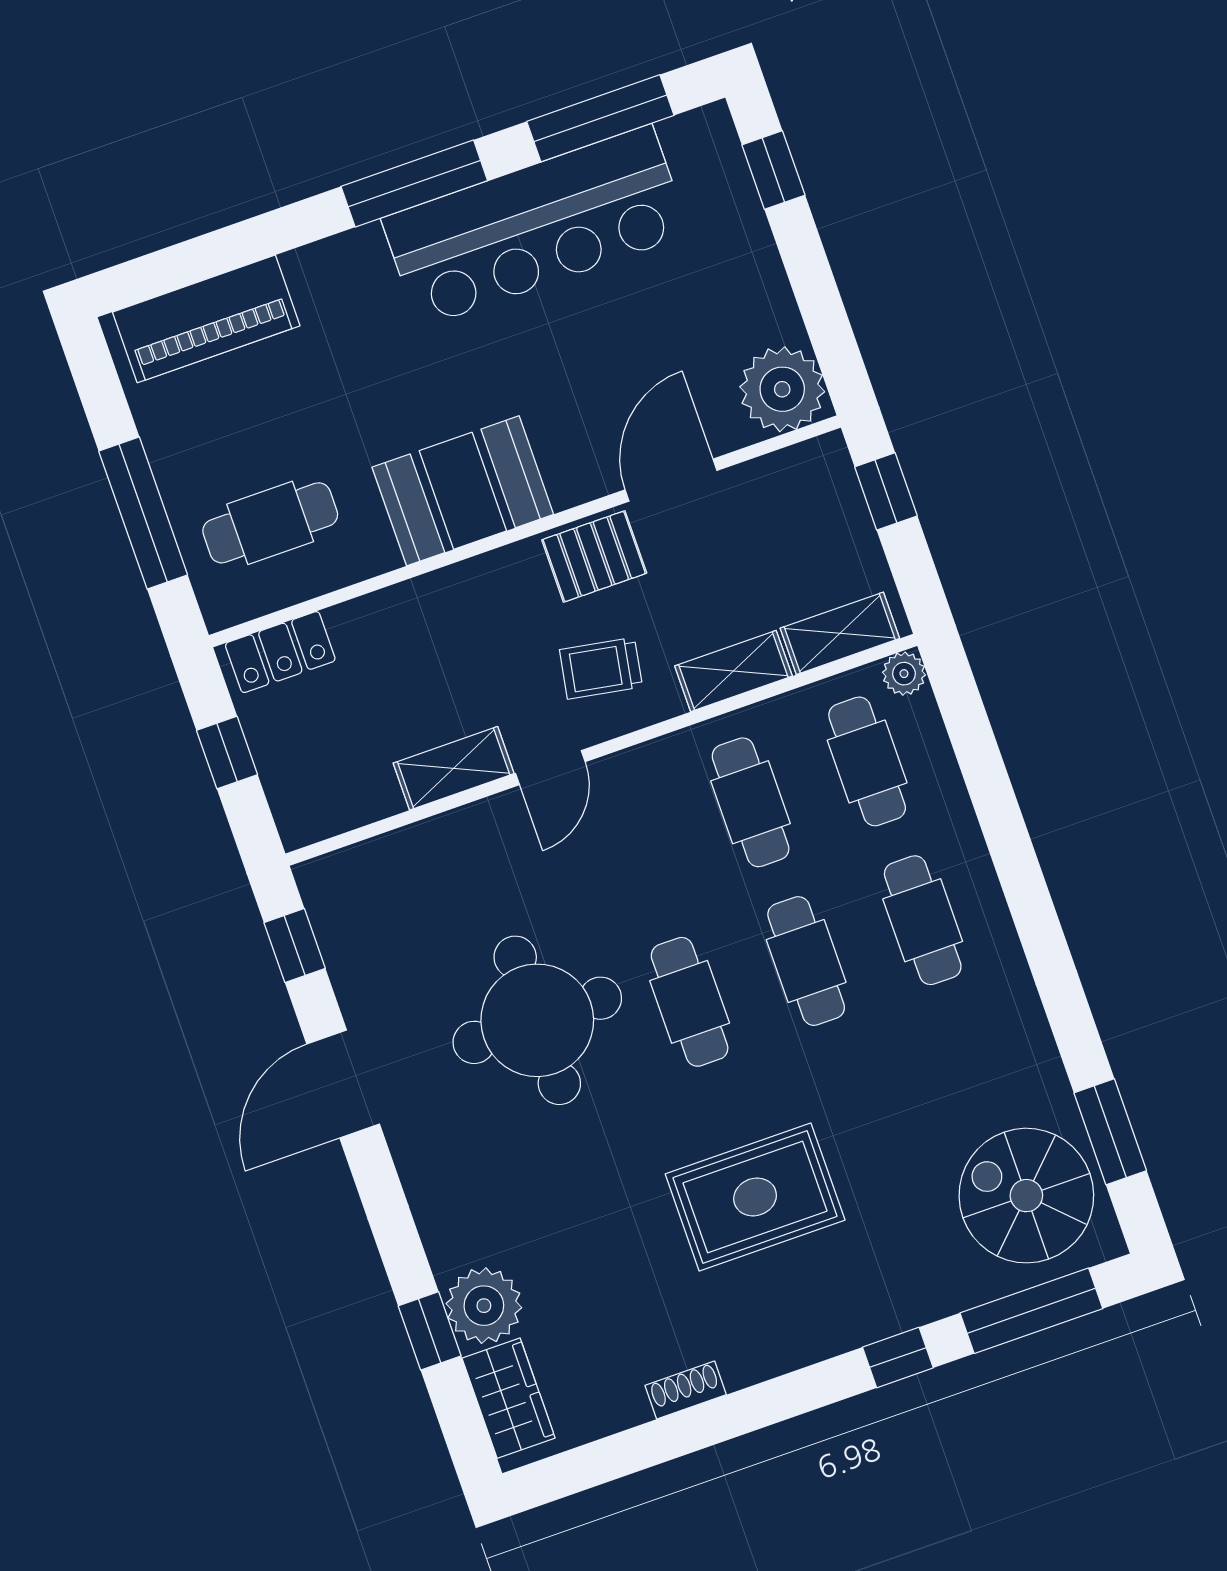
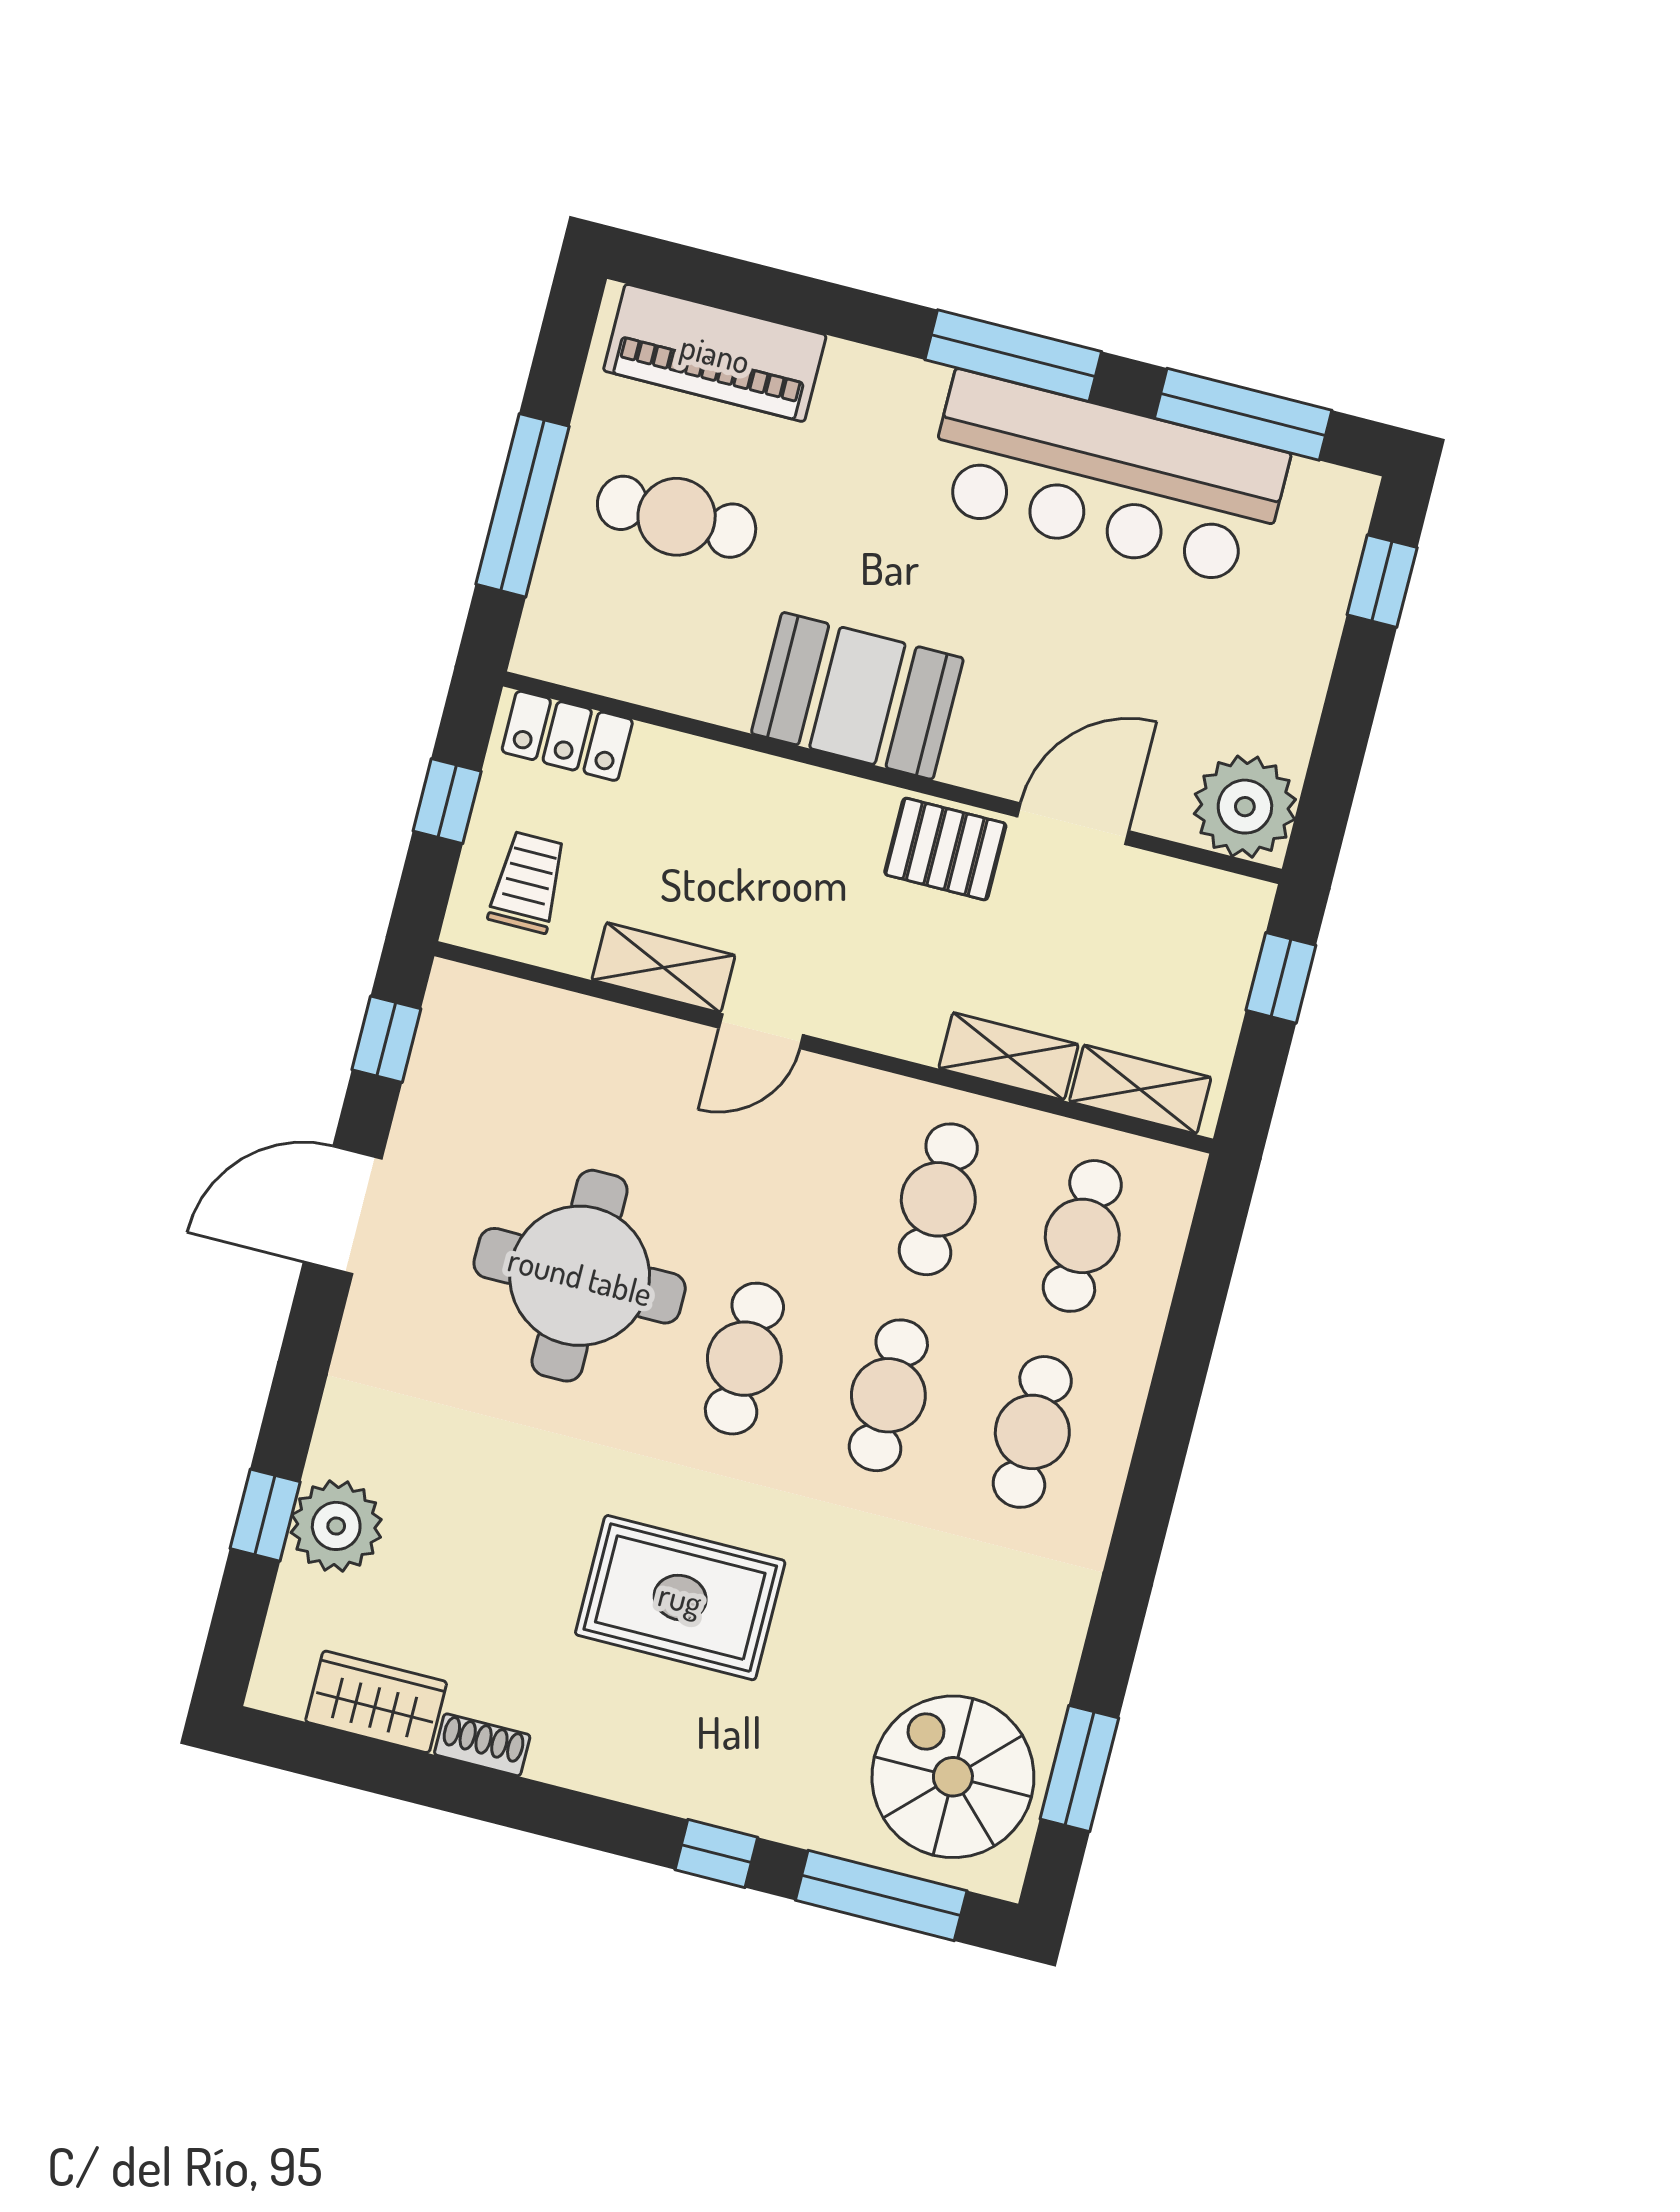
cafe table: (270, 523) -> (677, 517), moved
trolley: (601, 668) -> (528, 882), moved, turned 80
plant: (904, 674) -> (1178, 1173), removed
wardrobe: (509, 1398) -> (376, 1702), moved, turned -90

